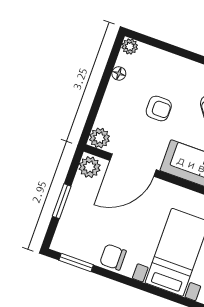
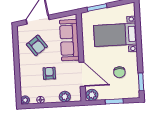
plant: (99, 138) -> (65, 97), moved
chair: (113, 257) -> (119, 72), moved

